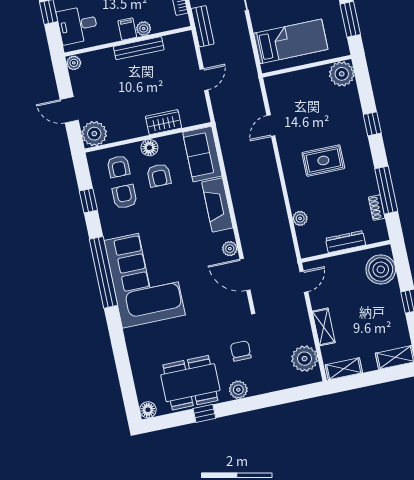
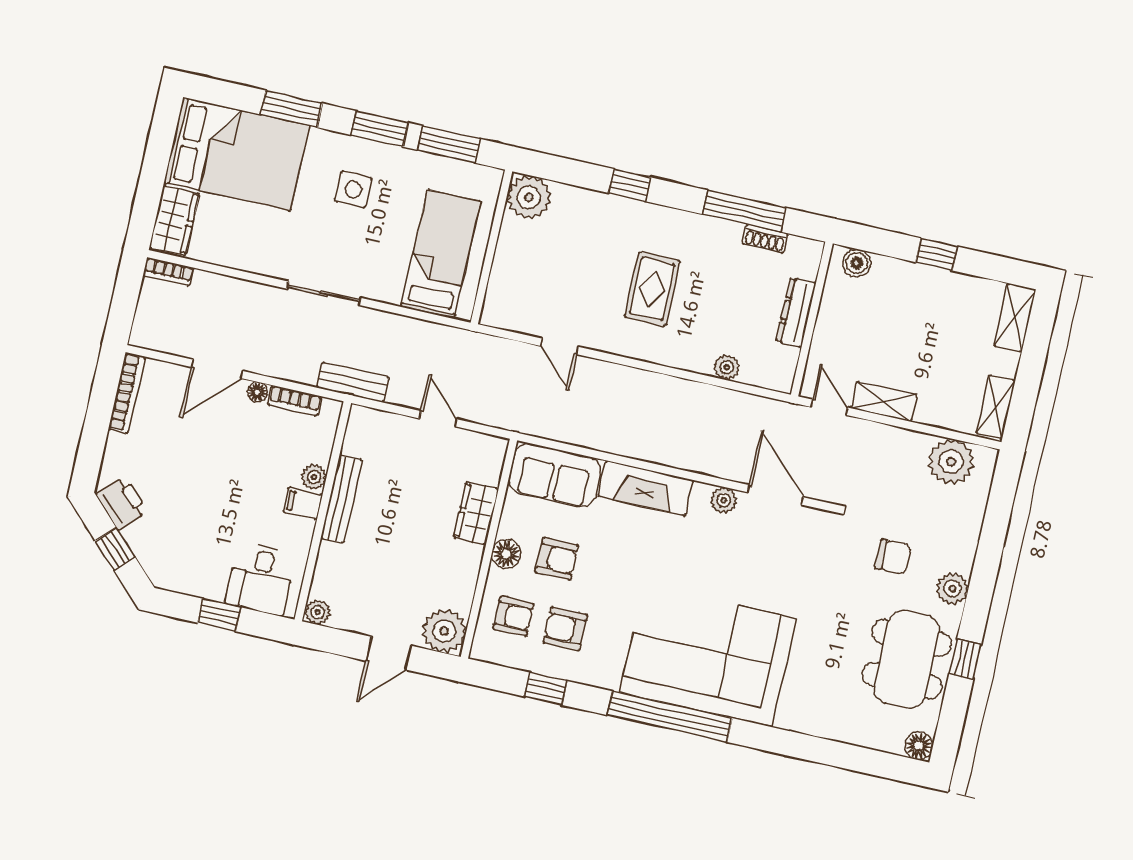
boiler: (381, 270) -> (857, 263), width x0.54, depth x0.54
door: (245, 274) -> (775, 495), swing flipped
shelving: (324, 327) -> (884, 402), moved
chair: (241, 351) -> (893, 557), turned 180

